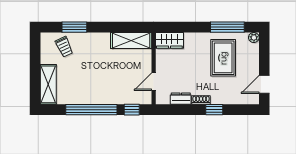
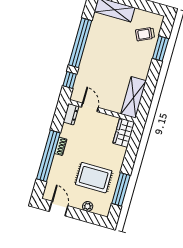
plant: (254, 37) -> (88, 206), moved
dresser: (181, 99) -> (71, 114), moved
window: (214, 110) -> (48, 156), width x3.17

